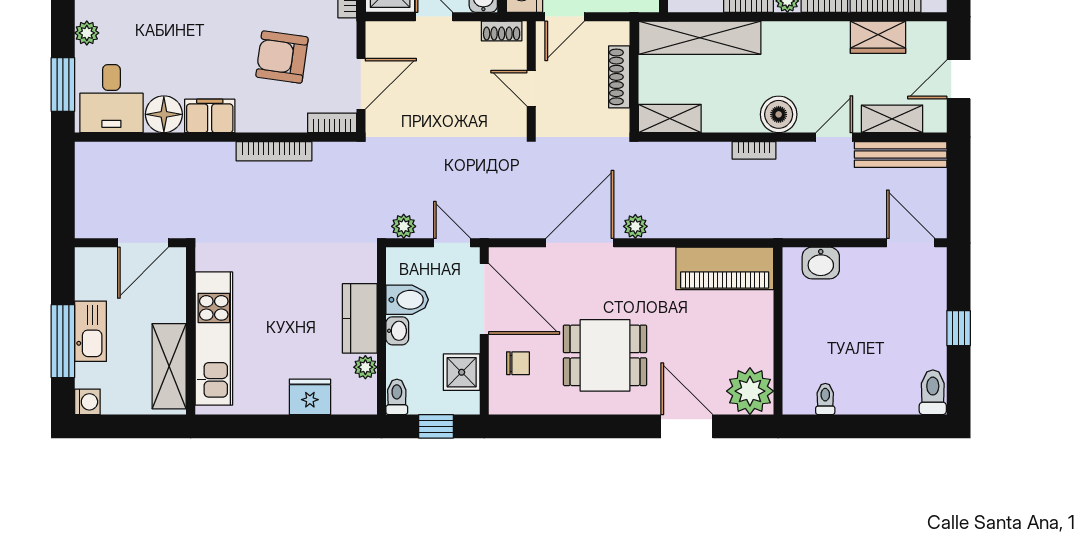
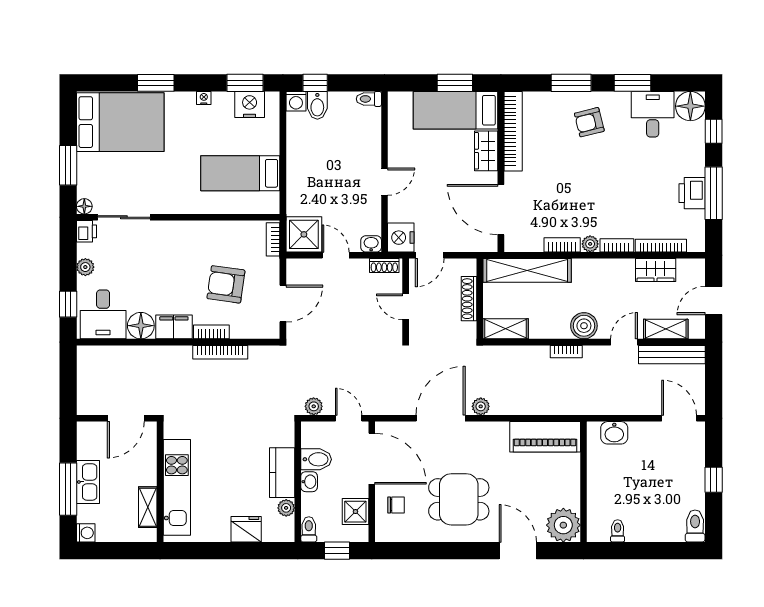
window: (63, 84) -> (68, 304), width x0.67
bookcase: (332, 123) -> (211, 332), moved
shelving: (169, 366) -> (148, 507), width x0.67, depth x0.75

